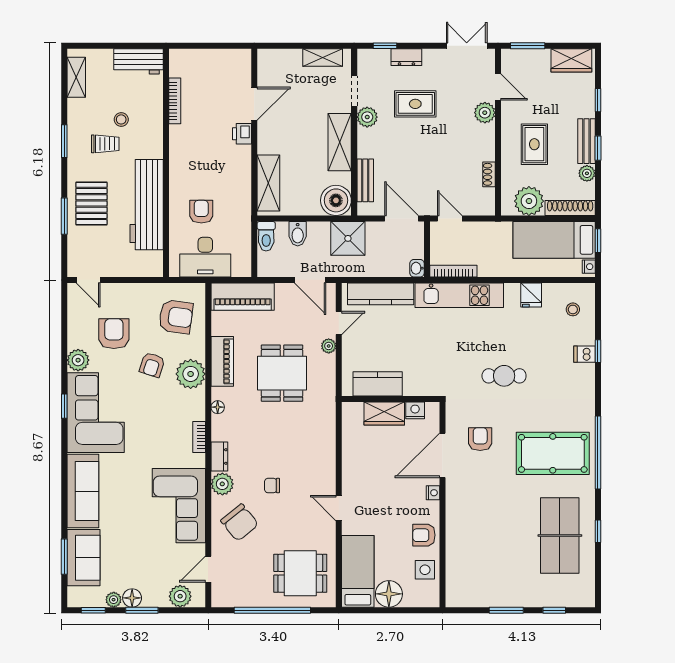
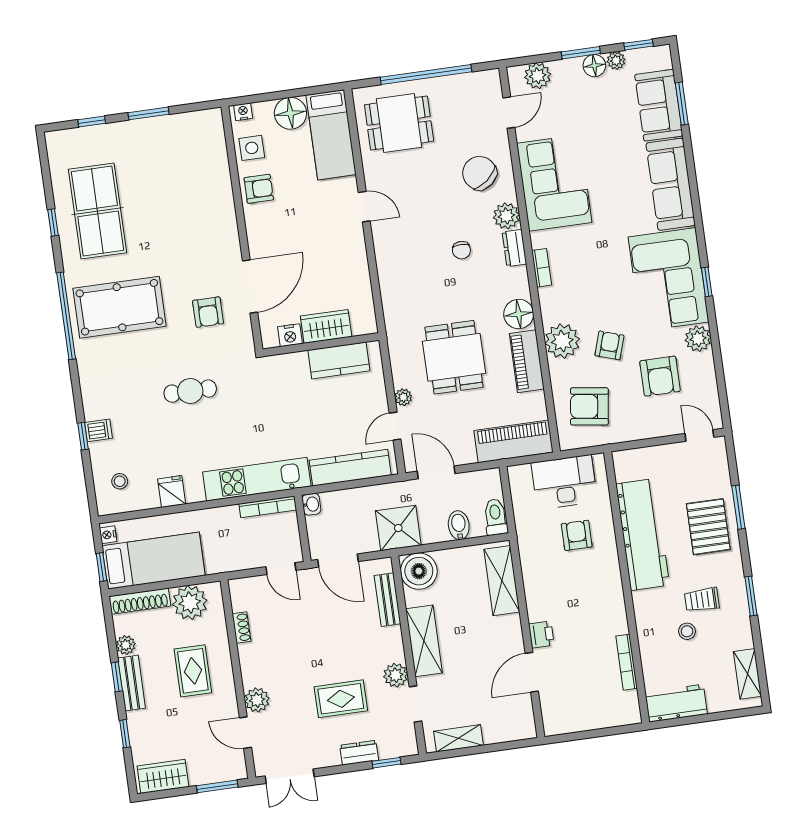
armchair: (201, 212) -> (577, 535), turned 180
floor lamp: (218, 407) -> (519, 314), width x1.89, depth x1.89
chair: (272, 486) -> (461, 250), moved, turned 90
nightstand: (433, 493) -> (243, 112), moved, turned 90

